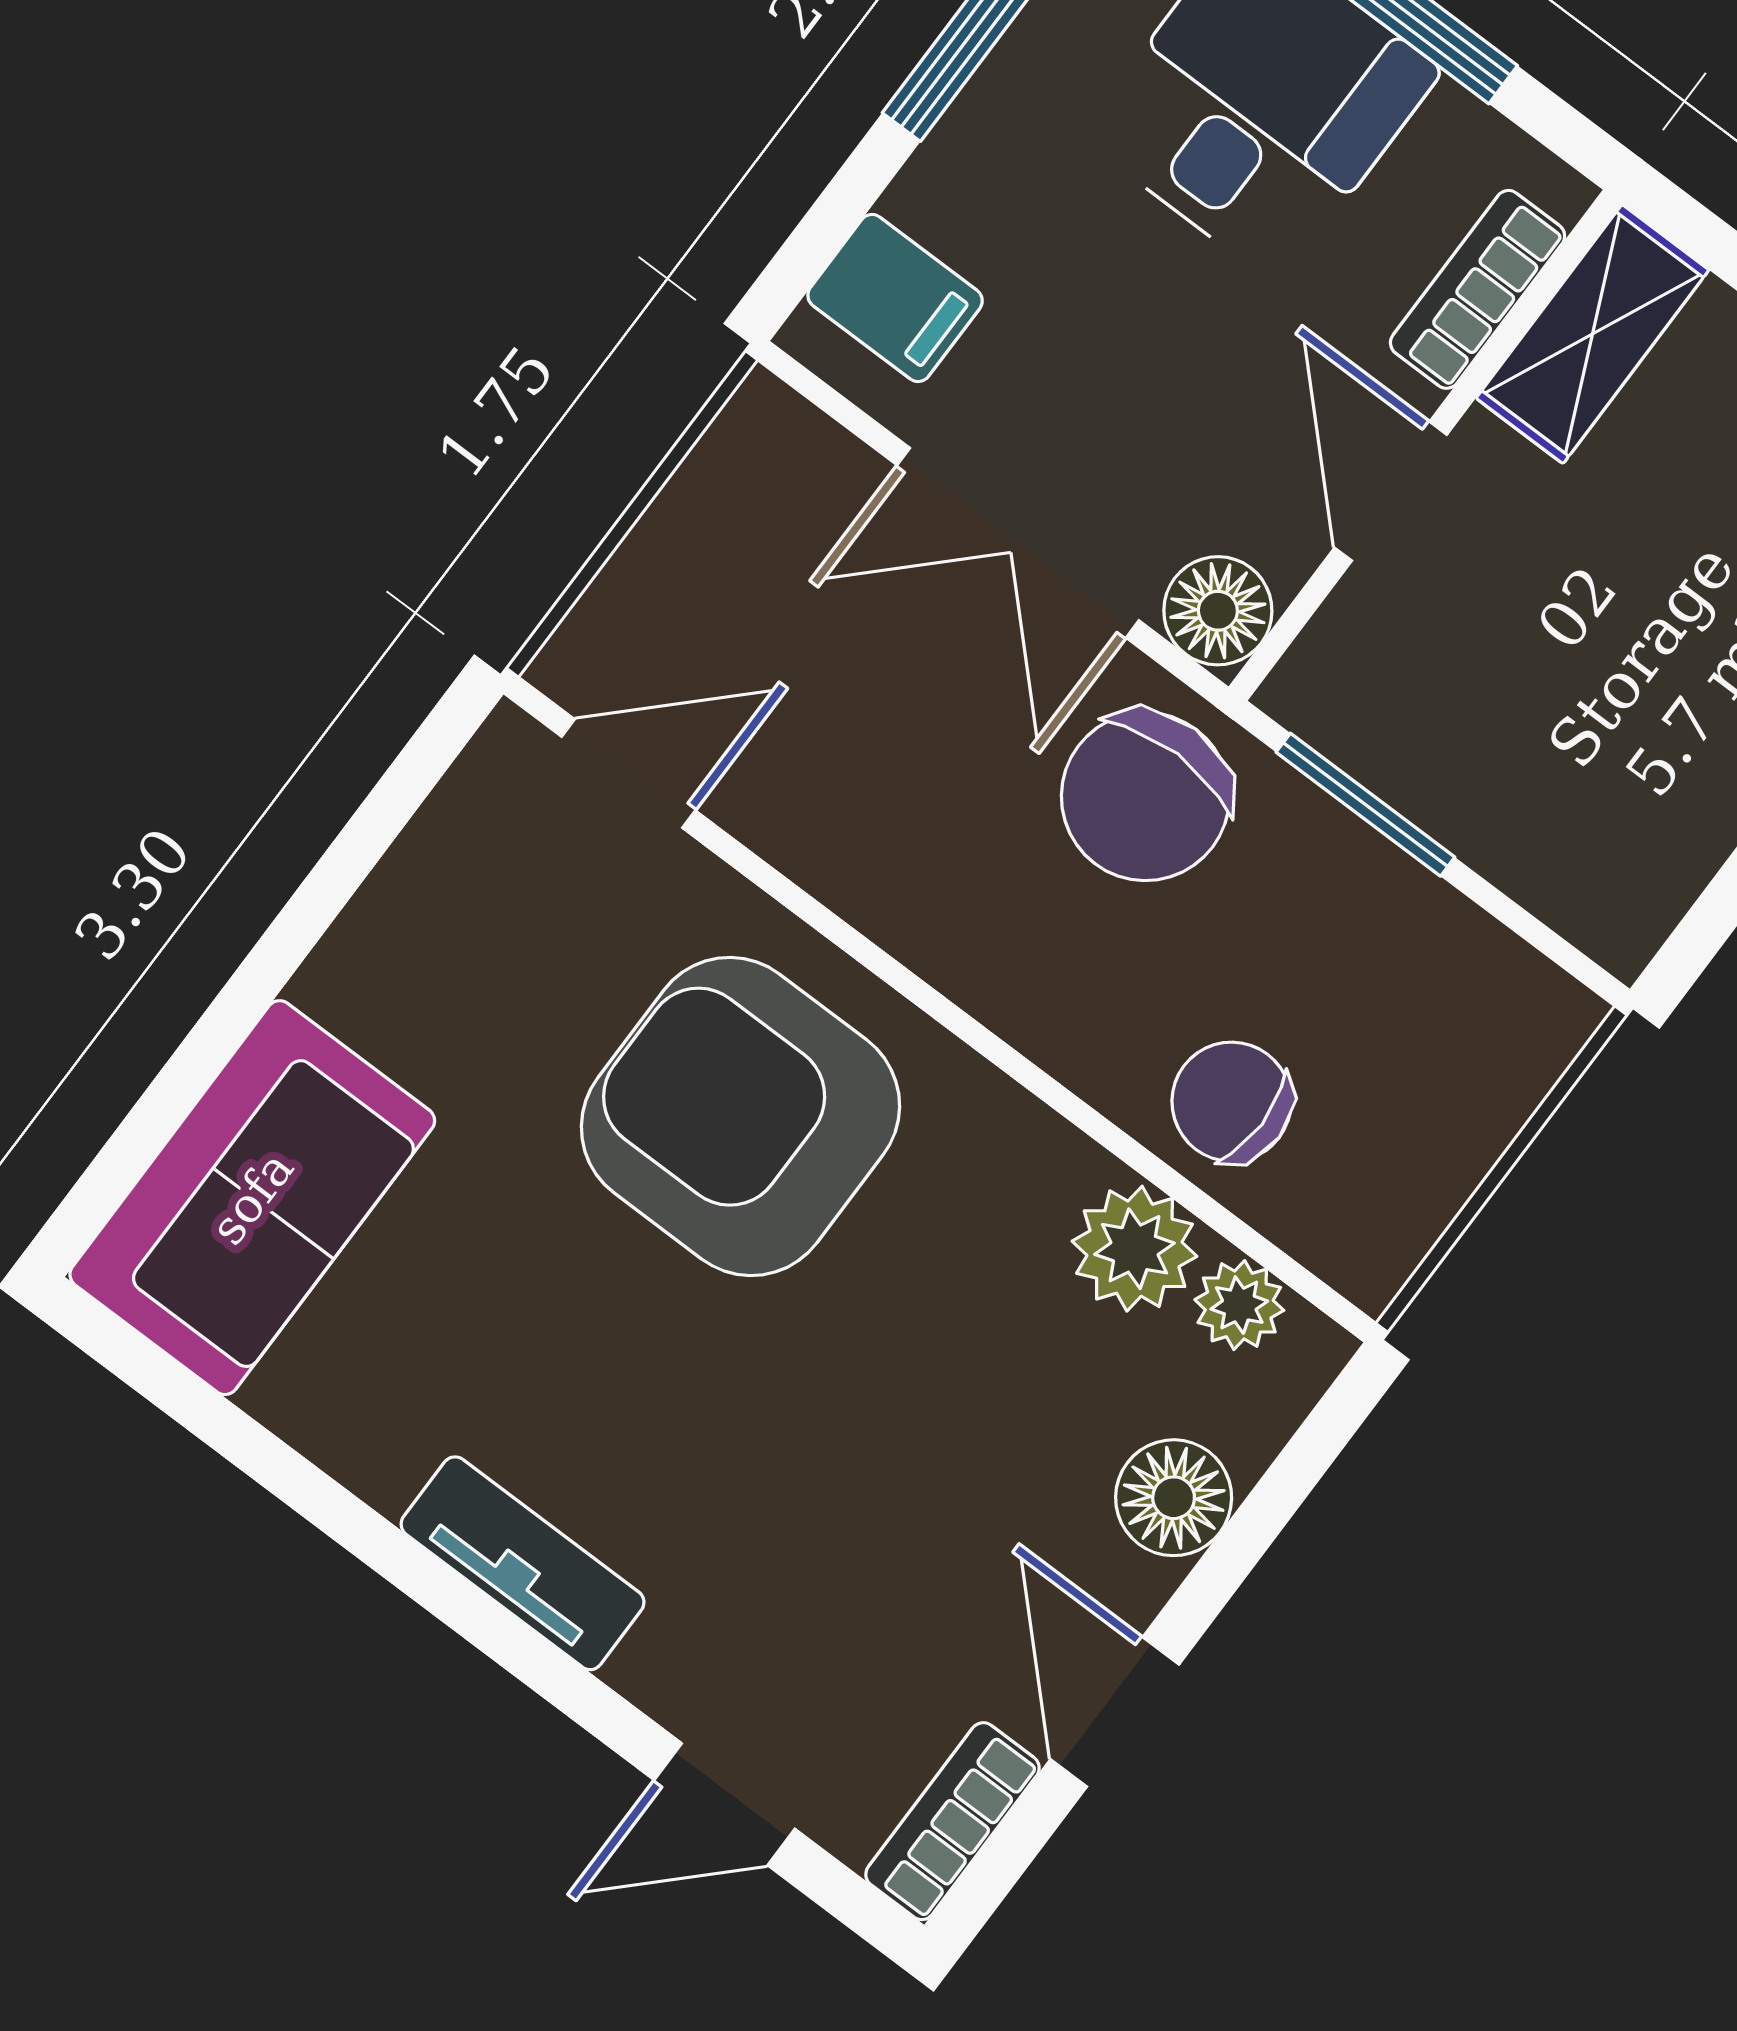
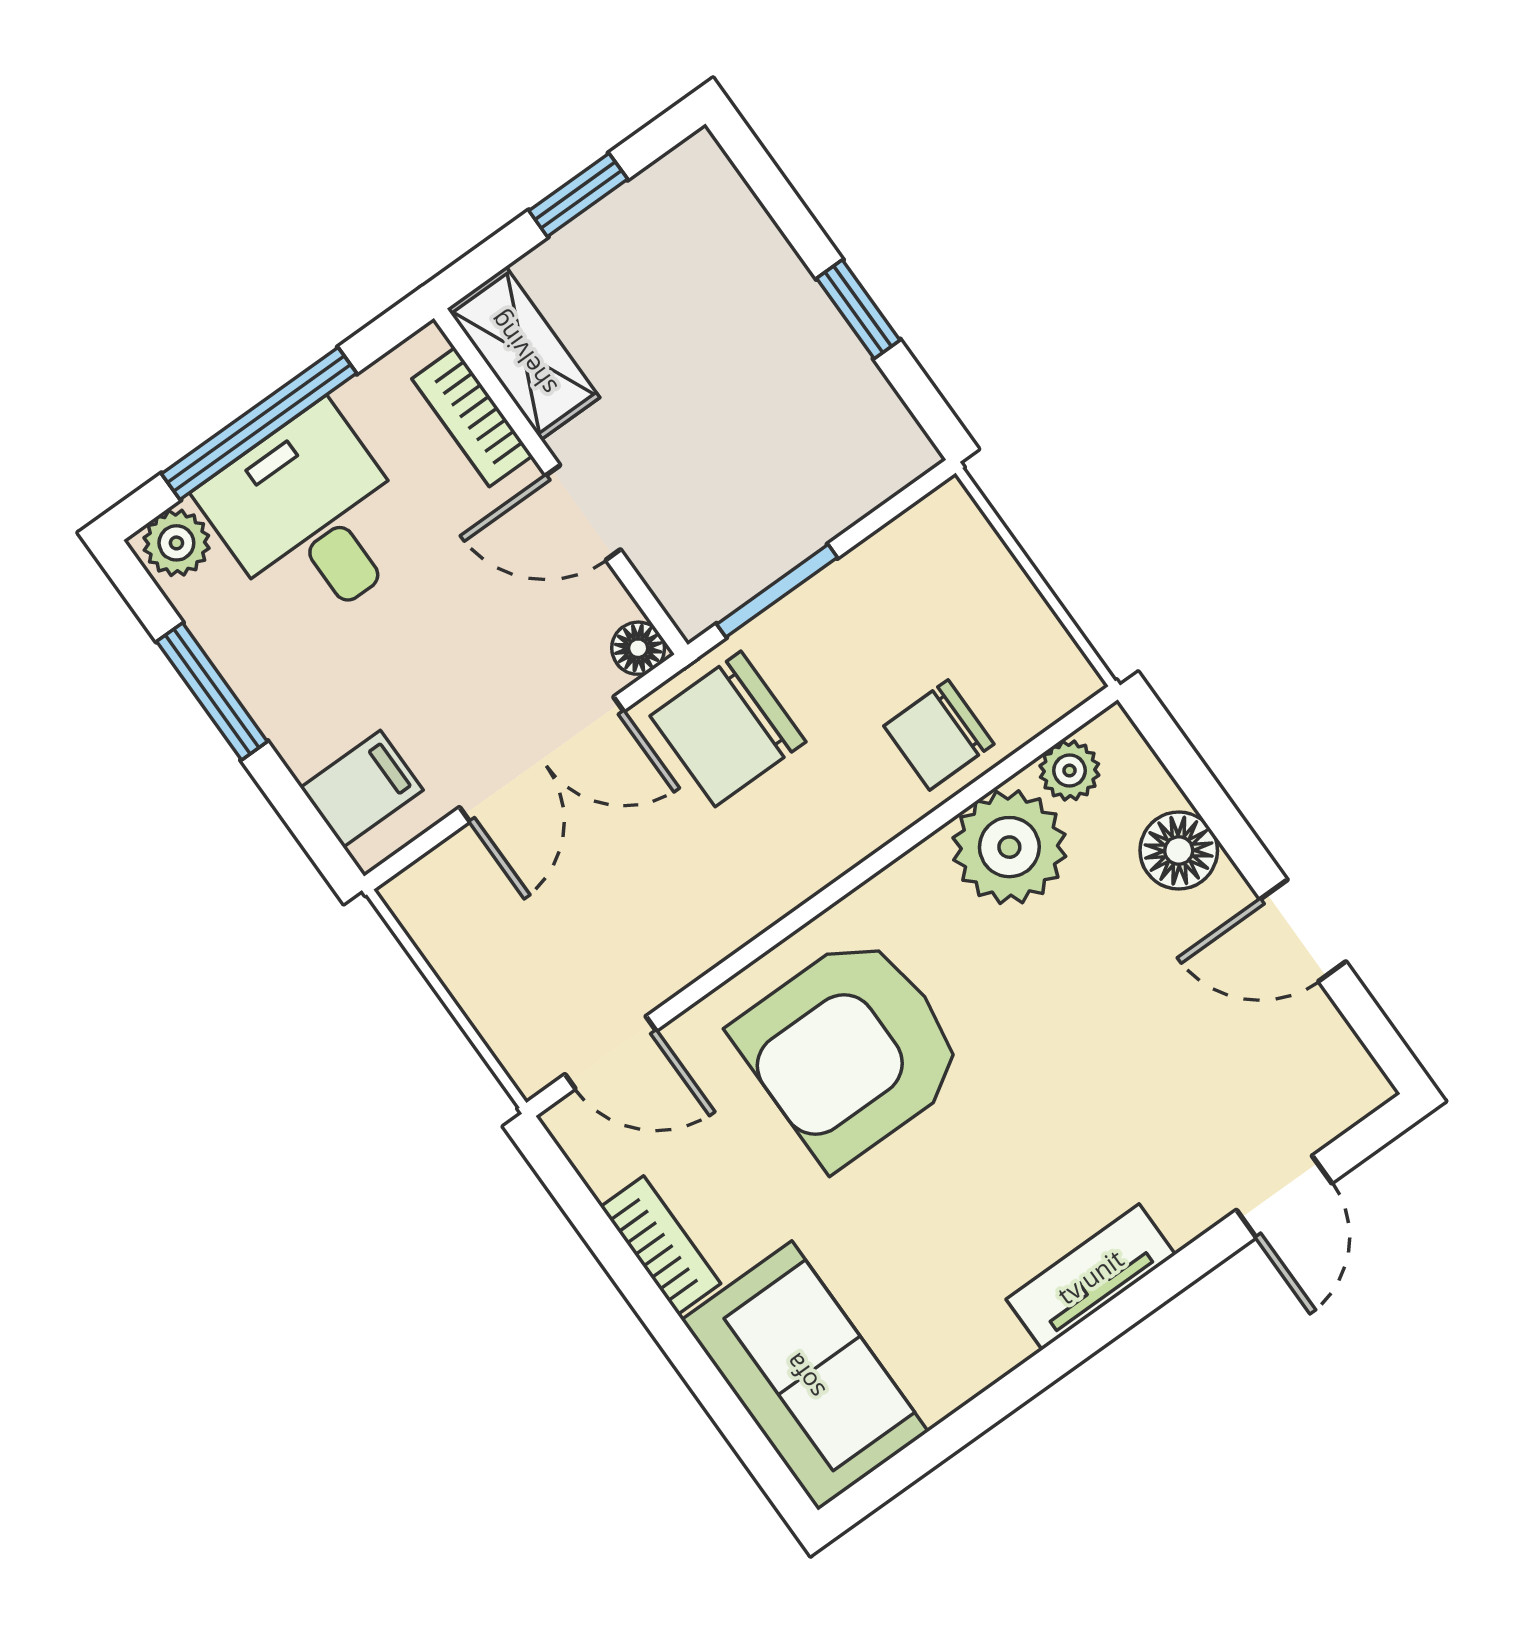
floor lamp: (1218, 611) -> (638, 648), width x0.73, depth x0.73
door: (628, 773) -> (611, 1052), swing flipped
chair: (1145, 797) -> (728, 729), turned 90
plant: (1134, 1249) -> (1009, 847), width x1.36, depth x1.36
bookcase: (952, 1821) -> (661, 1245), moved, turned 180

